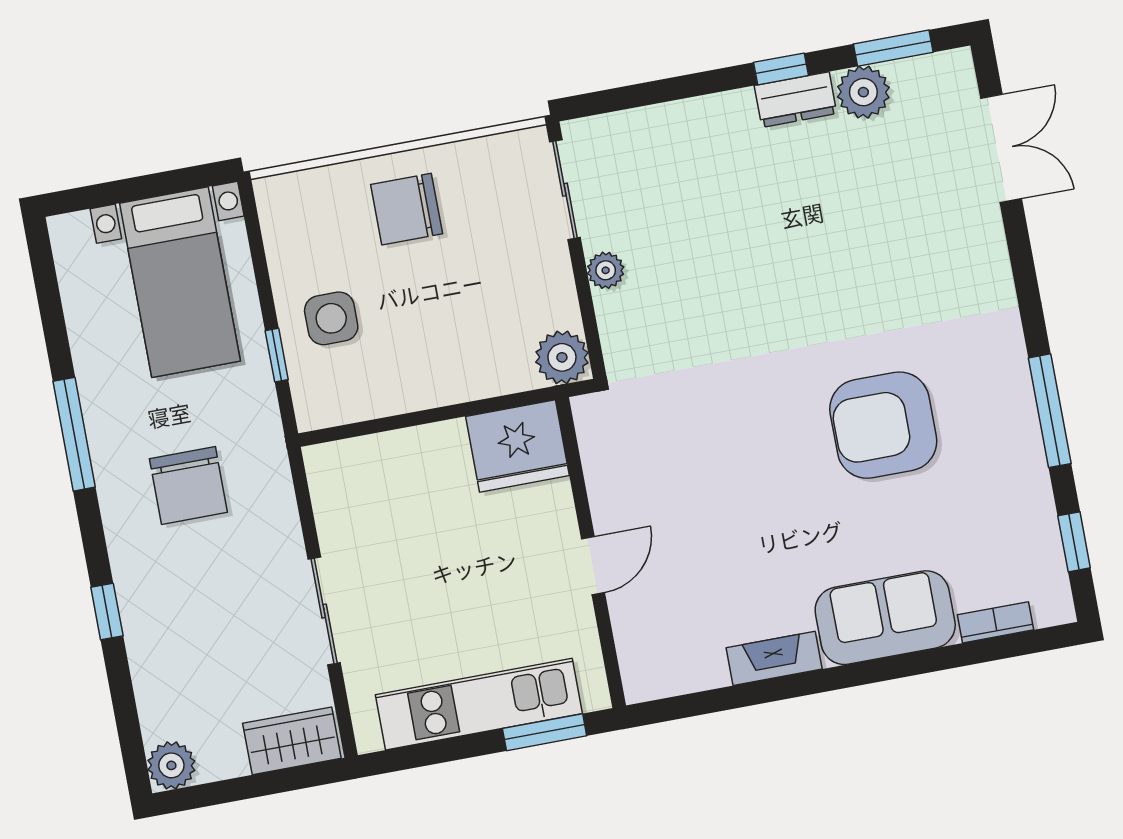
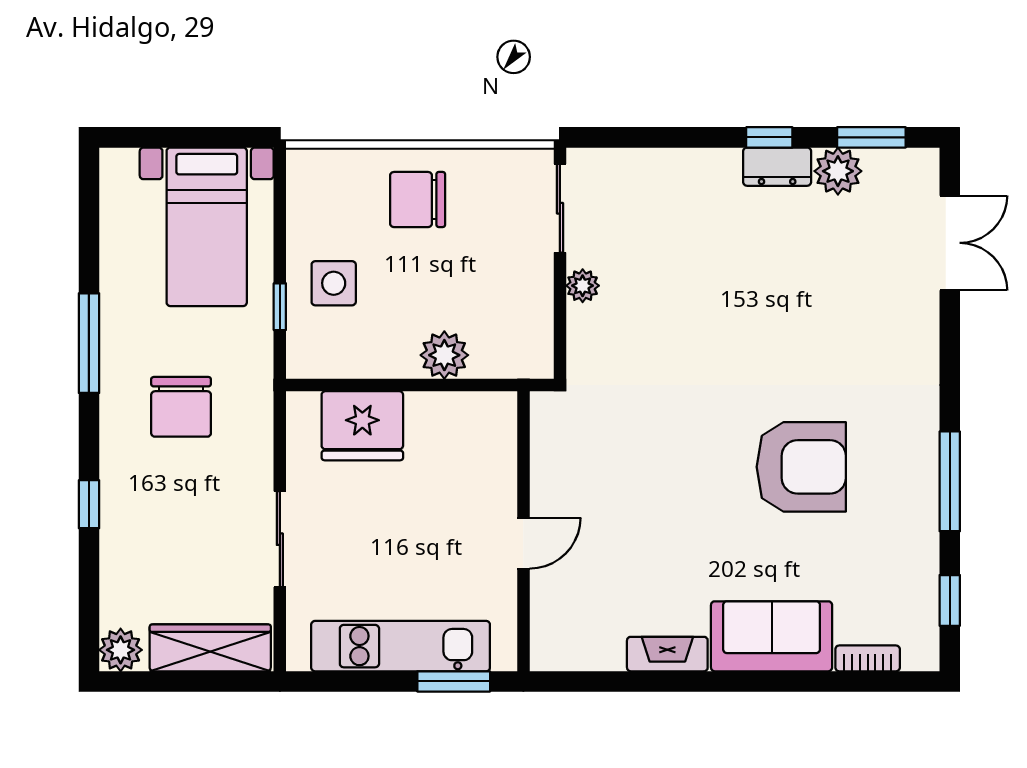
plant: (562, 357) -> (444, 355), moved
armchair: (883, 425) -> (801, 467), turned 180
fridge: (517, 446) -> (362, 426), moved
wardrobe: (292, 741) -> (210, 648), width x1.50

